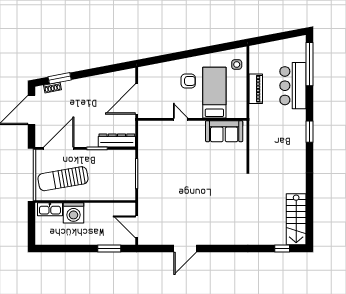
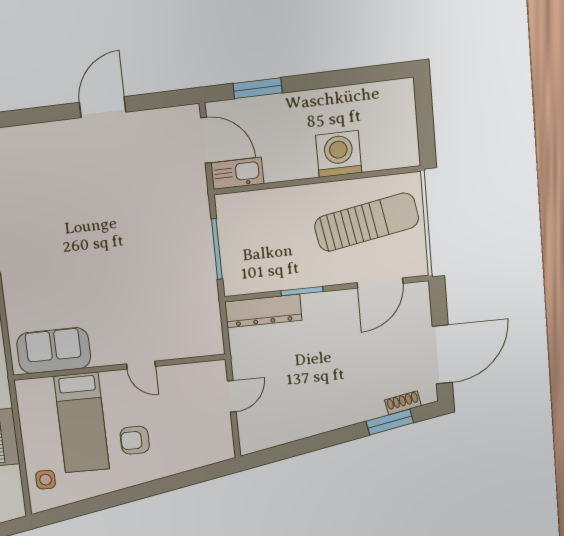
door: (137, 99) -> (232, 396), width x0.53
door: (59, 148) -> (380, 283), width x0.73
kitchen sink: (50, 209) -> (237, 173), moved

